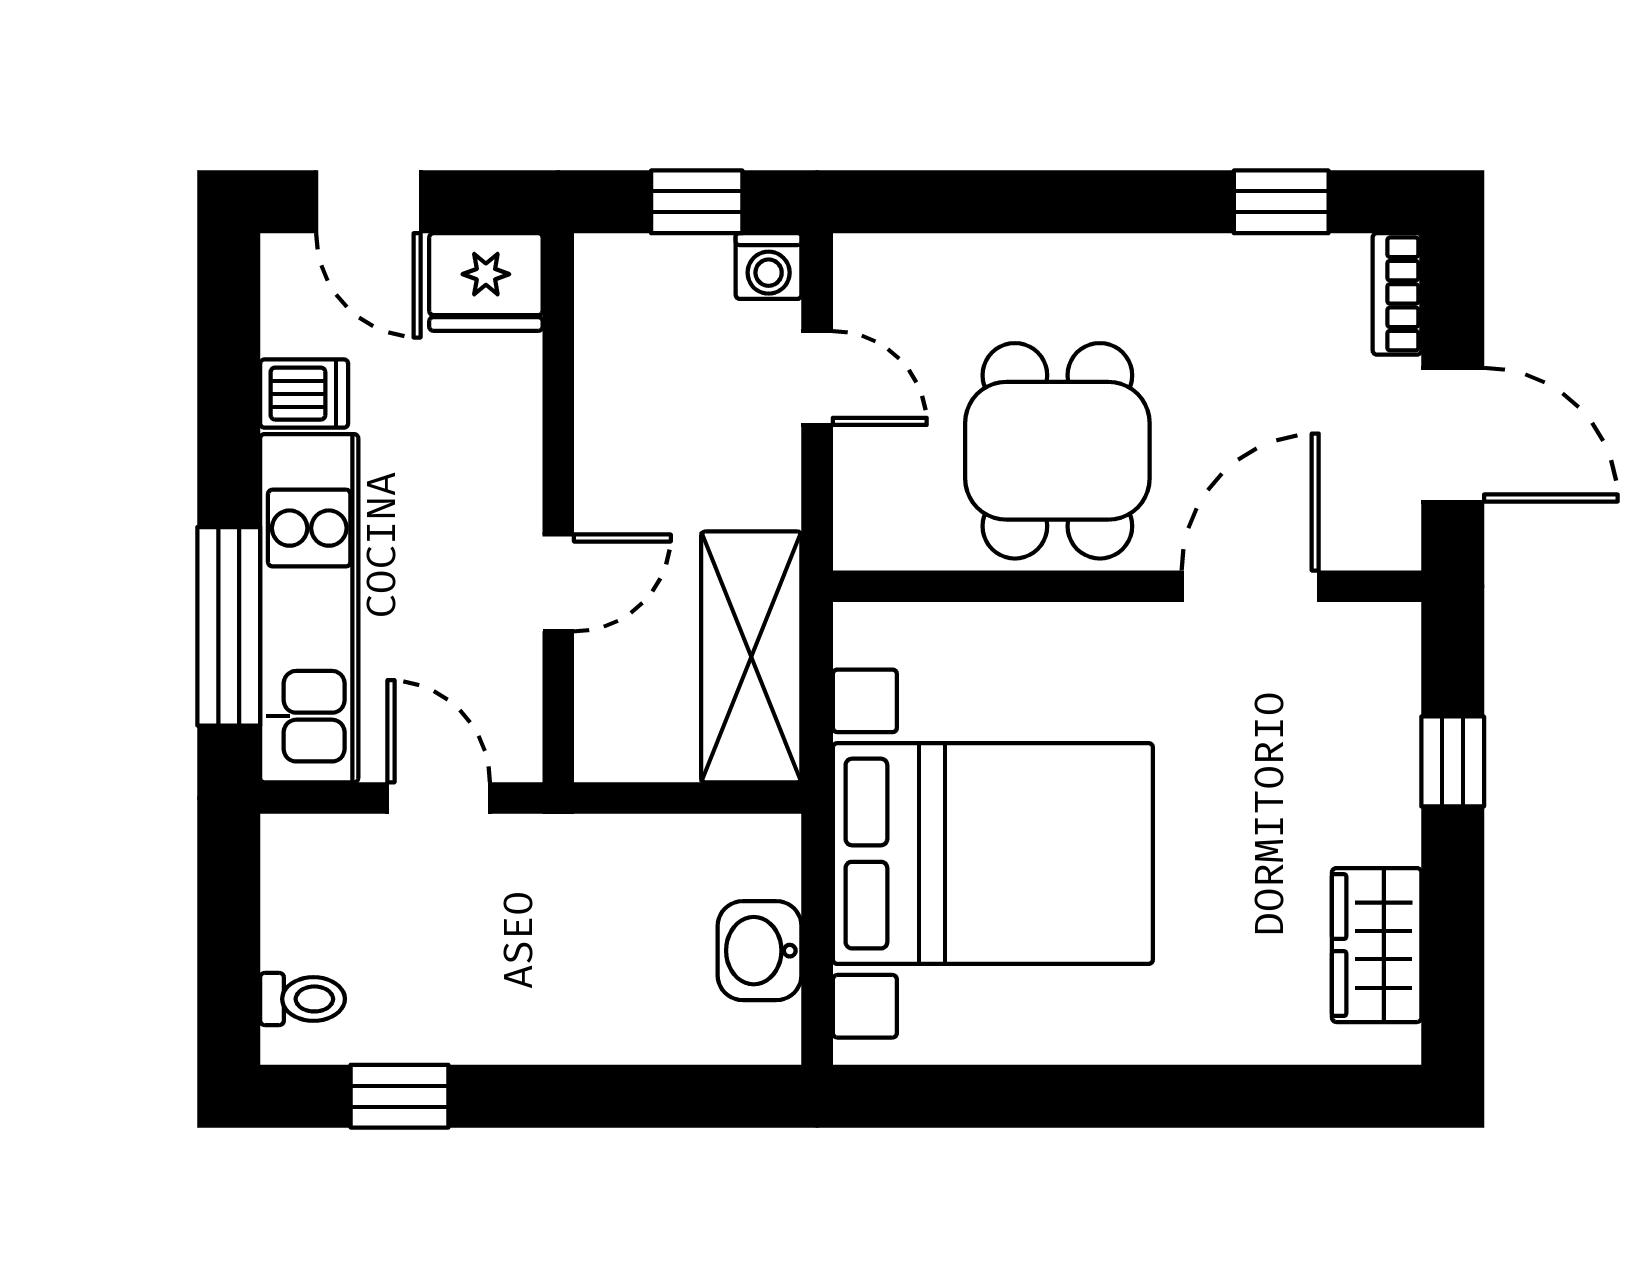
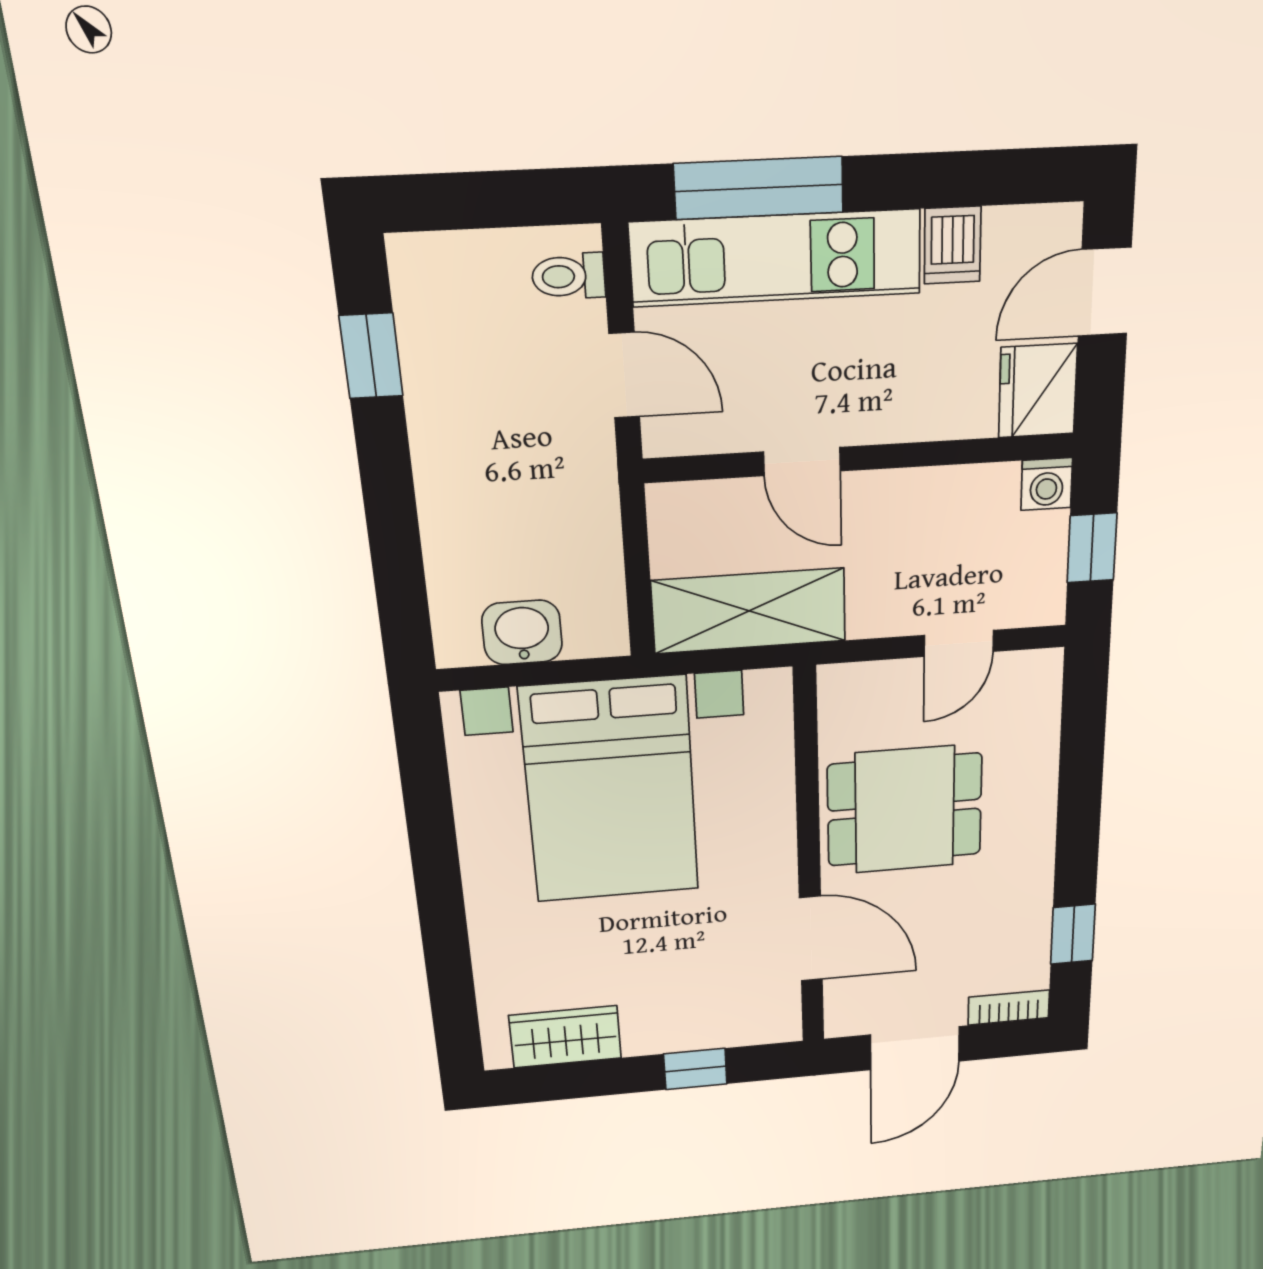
washing machine: (769, 266) -> (1047, 484), moved, turned -90
door: (439, 798) -> (624, 375), hinge flipped
toilet: (303, 999) -> (568, 276), moved, turned 90

